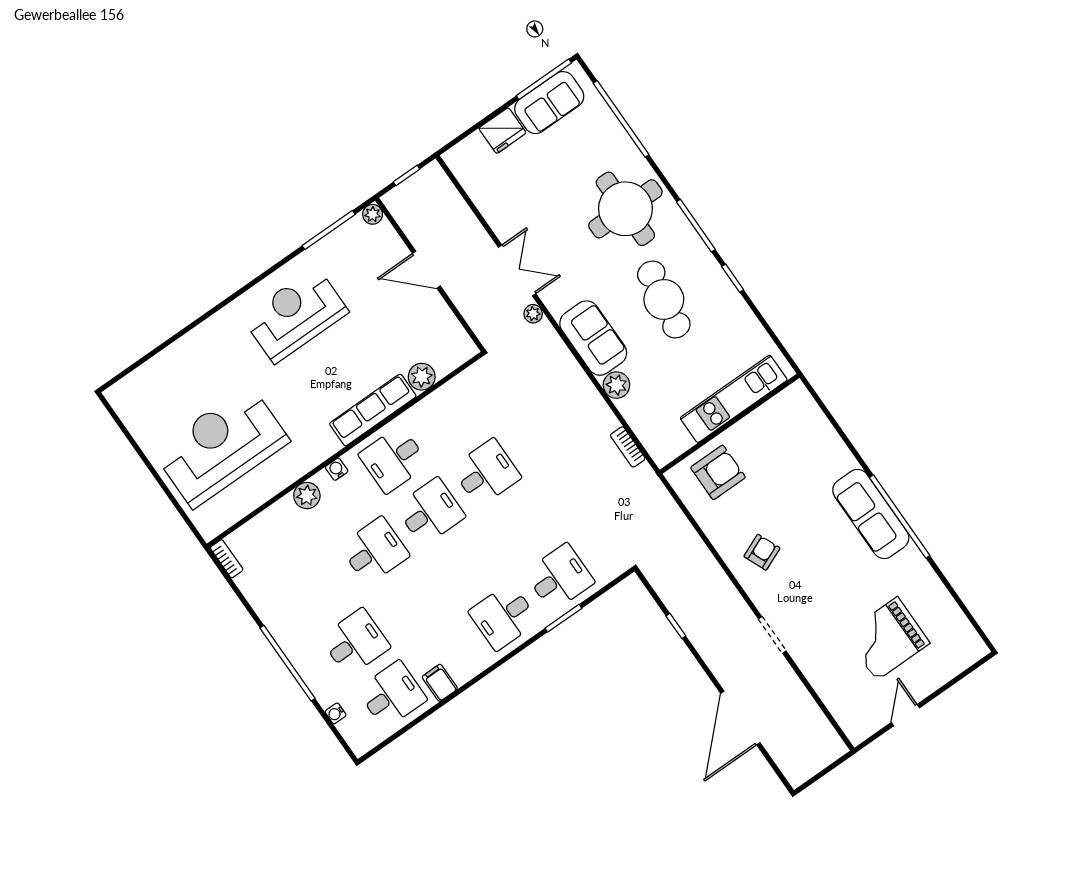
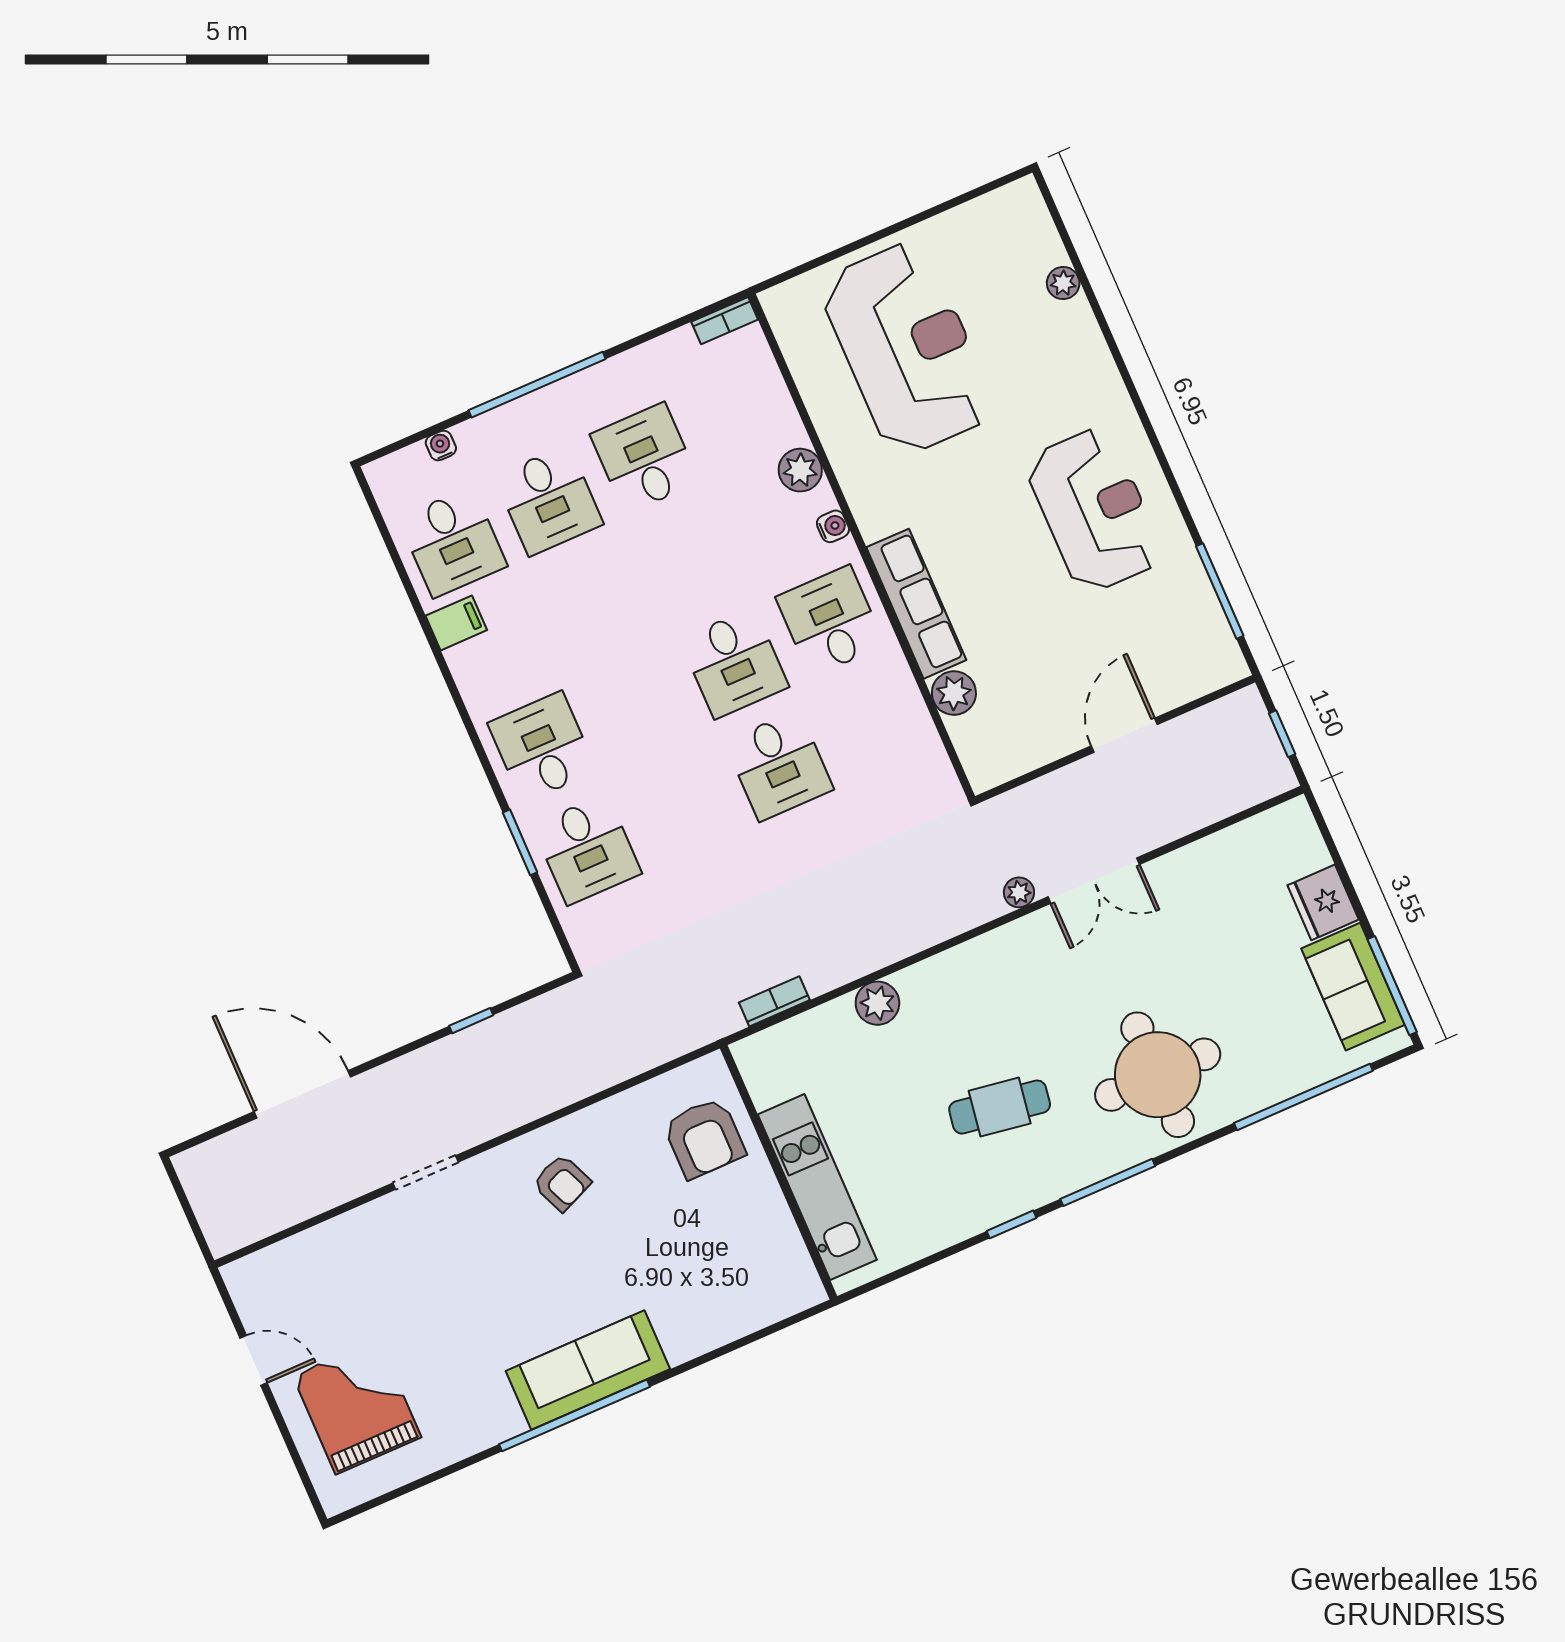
plant: (373, 214) -> (1063, 283), moved
cafe table: (664, 299) -> (1000, 1107), width x0.73, depth x0.74
sofa: (593, 338) -> (960, 981), removed
desk: (374, 551) -> (645, 458), moved, turned 180
grand piano: (887, 639) -> (357, 1406), moved

